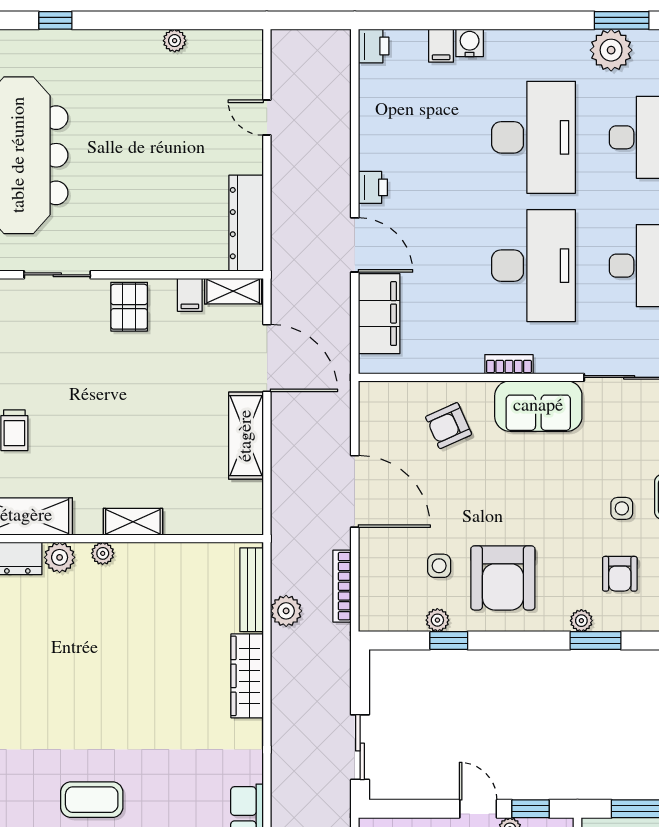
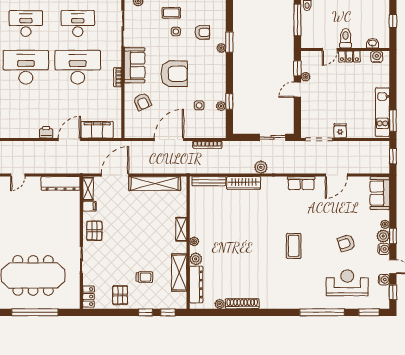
pallet: (129, 307) -> (94, 231), turned 90
shelving: (246, 436) -> (155, 184), width x1.47
armchair: (503, 578) -> (174, 74), moved
plant: (286, 611) -> (261, 167), moved

